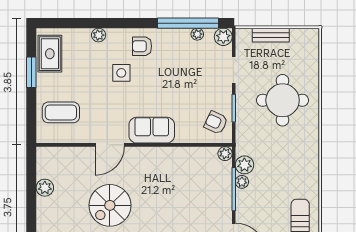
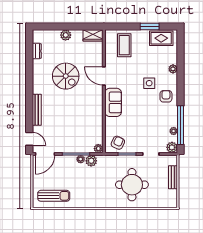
wardrobe: (45, 162) -> (93, 35), added
plant: (45, 188) -> (66, 35), moved
spiral stairs: (110, 205) -> (66, 76), turned 180

